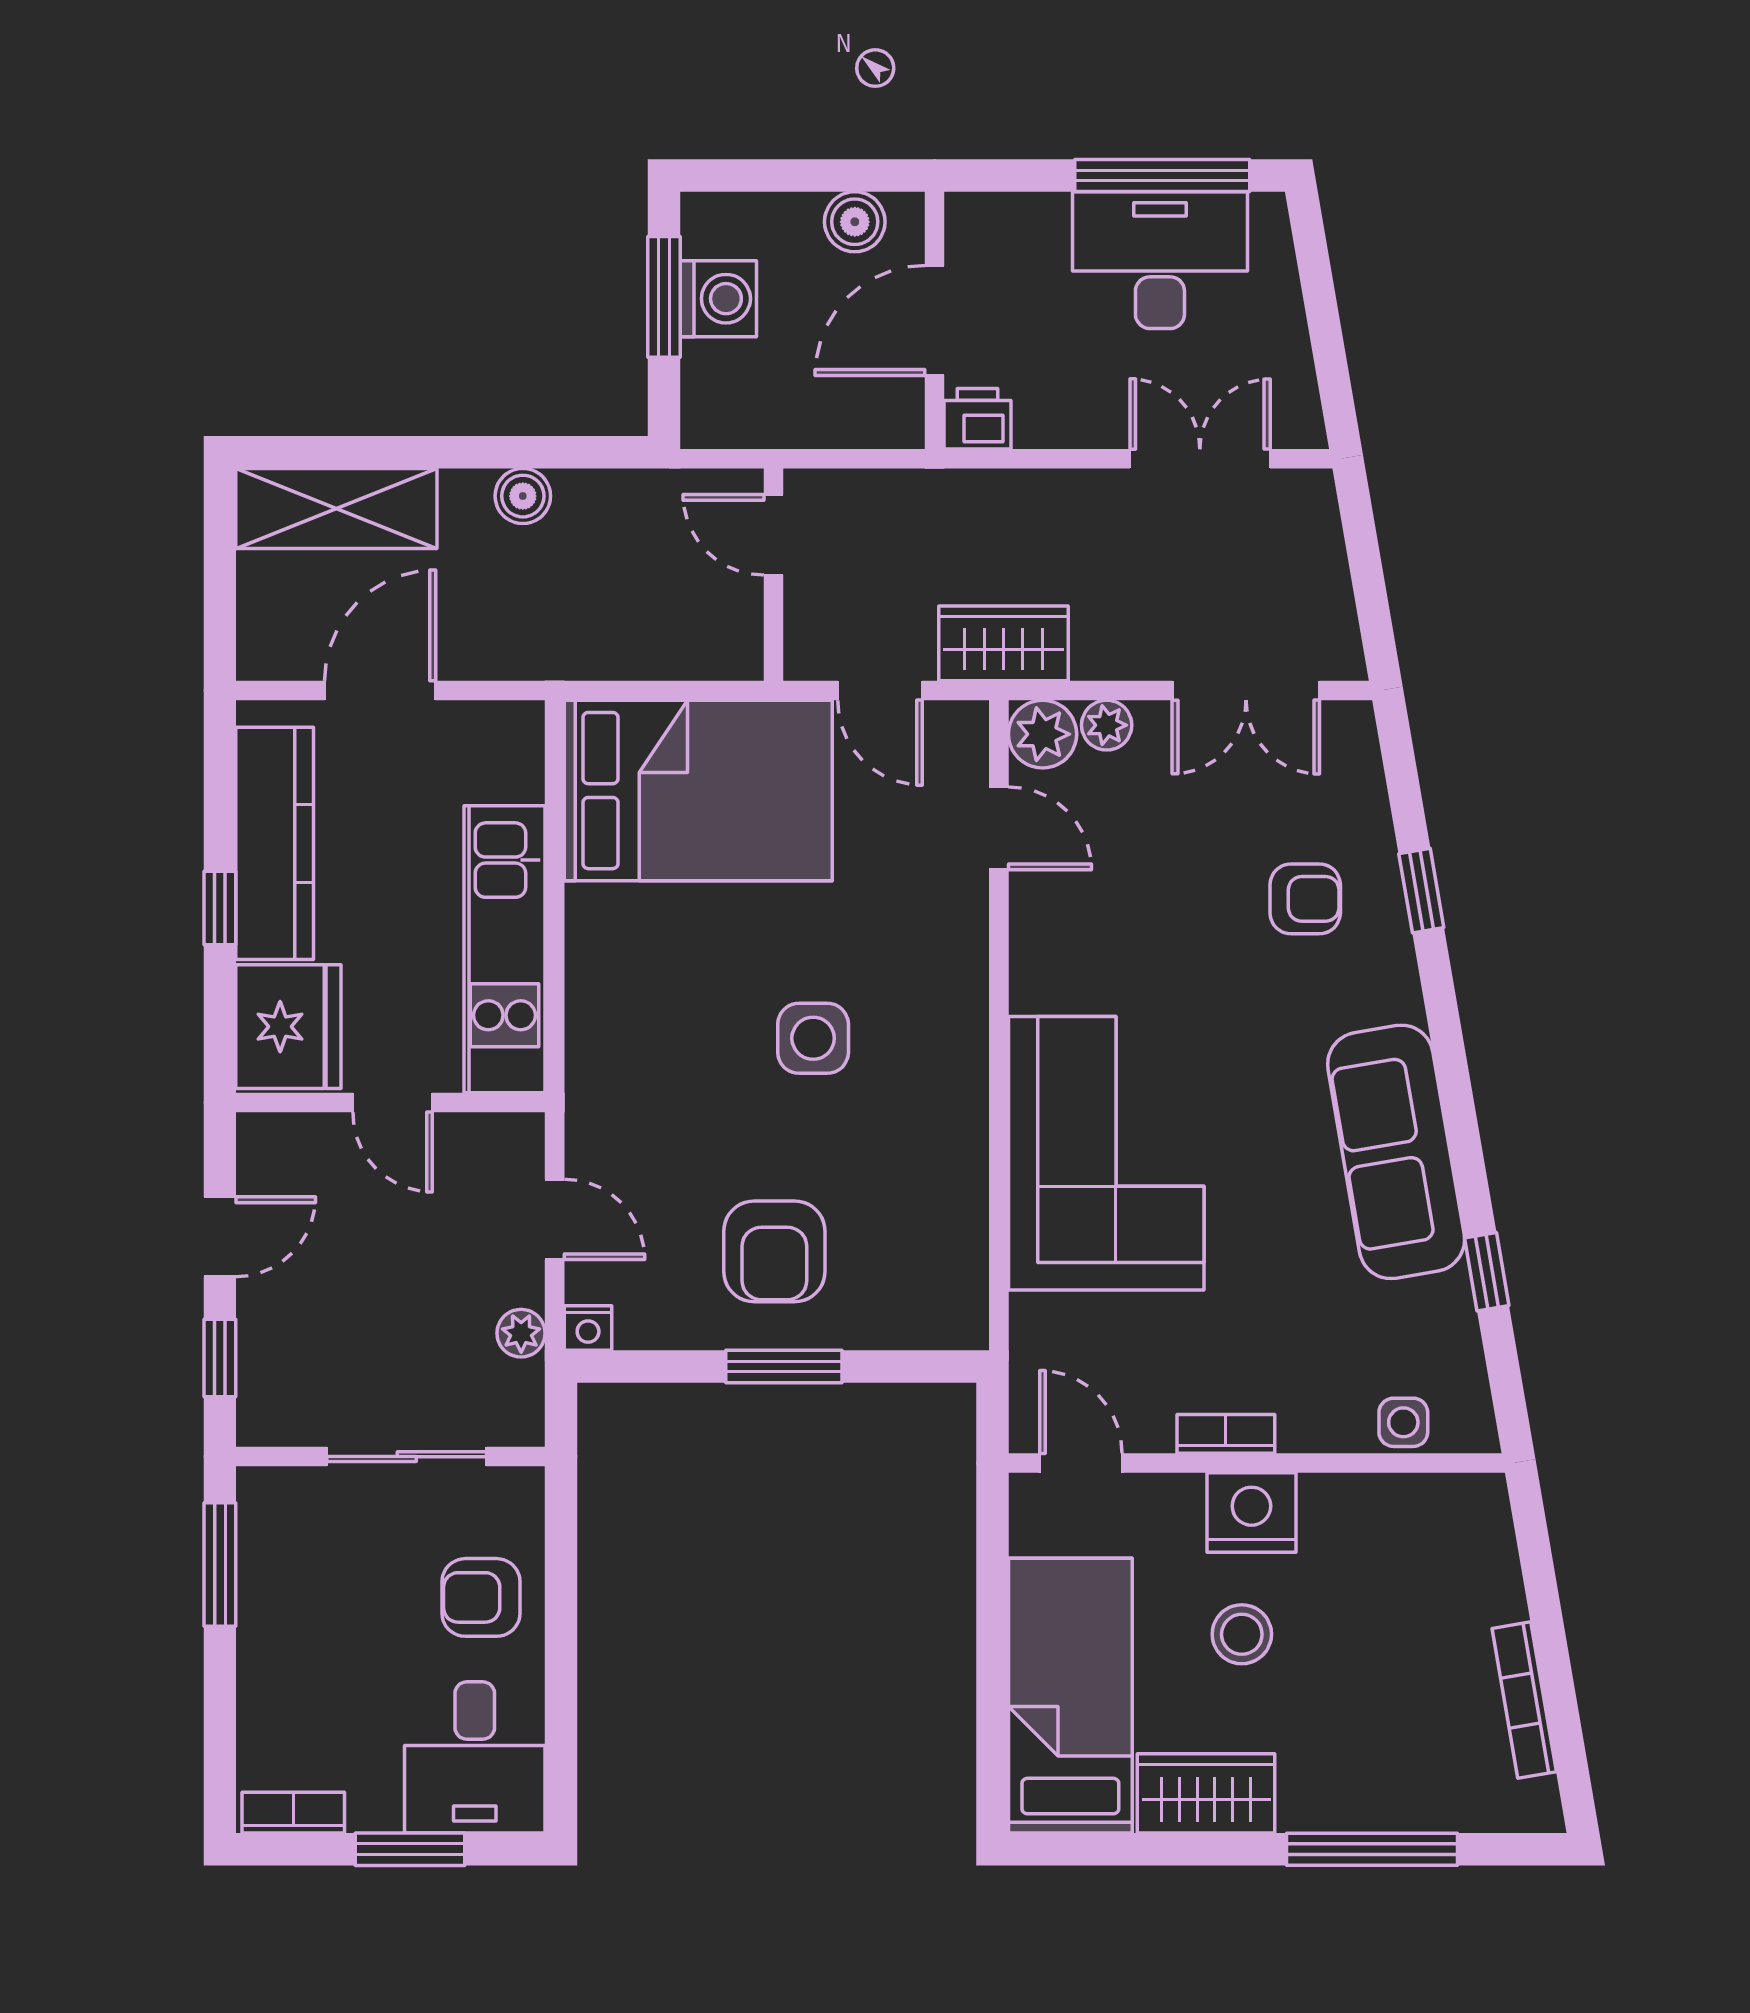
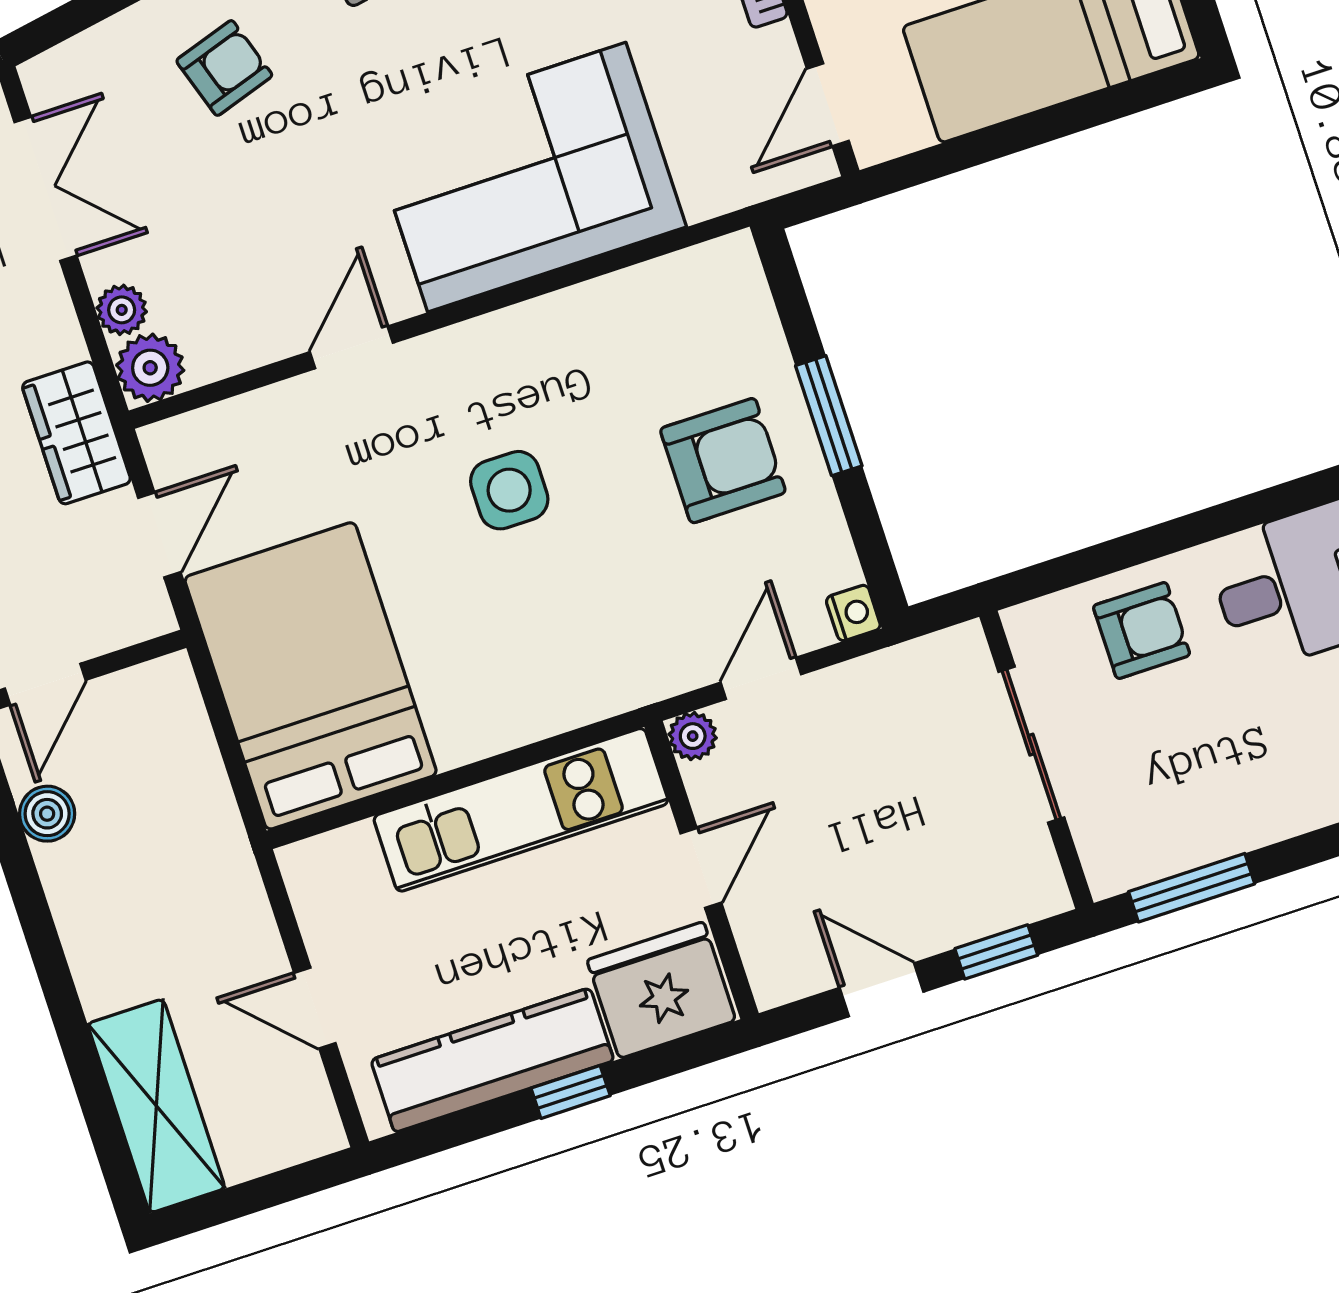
boiler: (523, 496) -> (47, 814), moved
door: (380, 690) -> (315, 1008), width x0.73
door: (999, 828) -> (351, 347), moved
armchair: (1305, 899) -> (224, 68), turned 72
plant: (521, 1333) -> (693, 736), moved
armchair: (481, 1597) -> (1142, 630), turned -90

